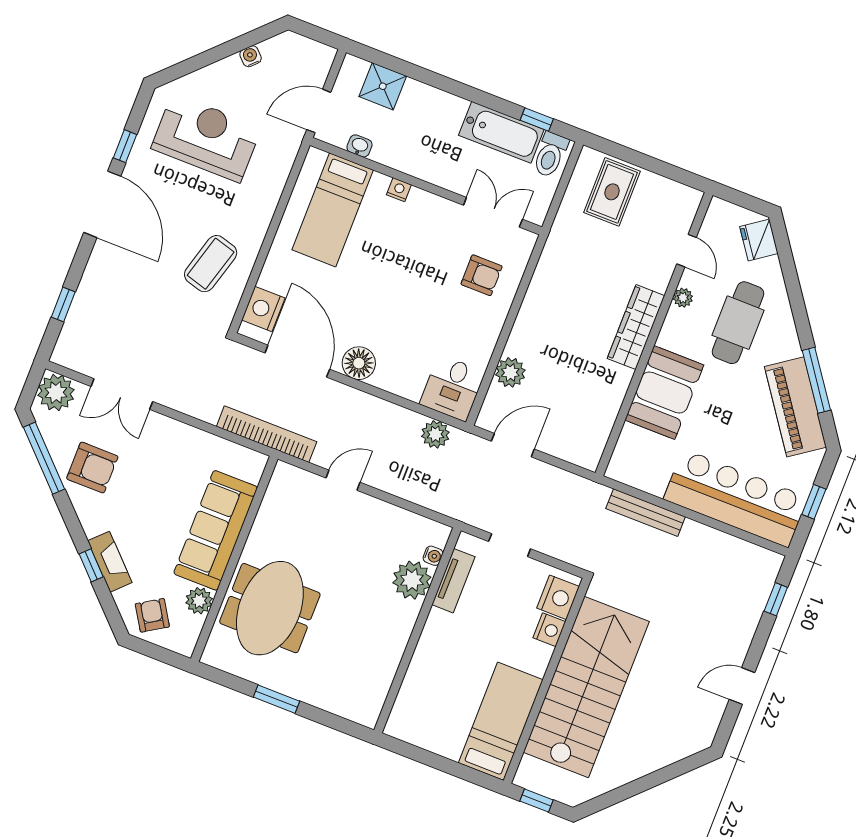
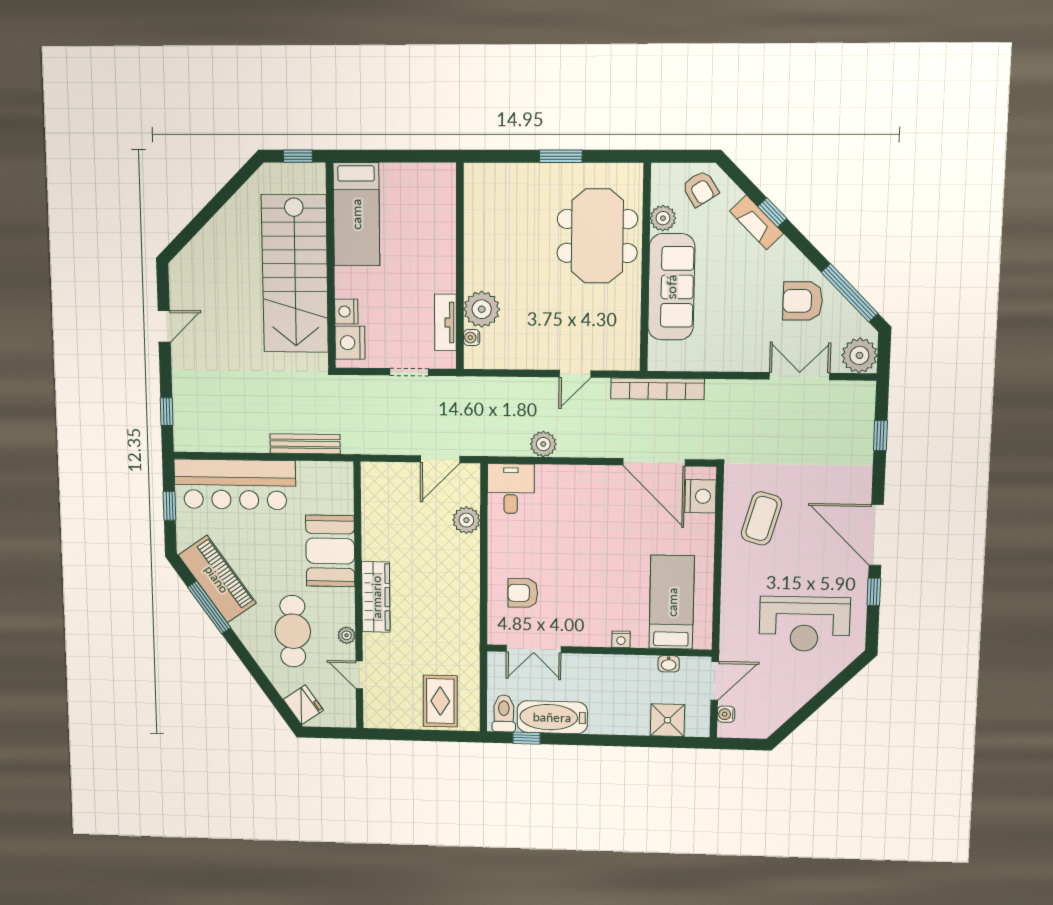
water cooler: (251, 56) -> (726, 714), moved, turned 135
floor lamp: (359, 363) -> (600, 480), removed
plant: (435, 434) -> (543, 444), moved

